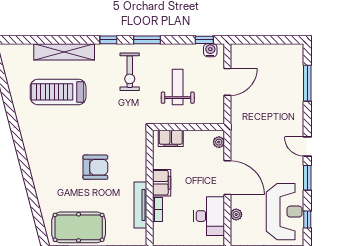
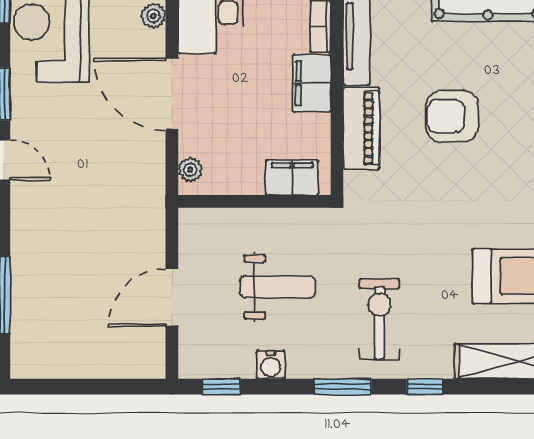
water cooler: (210, 50) -> (271, 365), moved
weight bench: (178, 87) -> (277, 287), turned -90
piano: (138, 162) -> (361, 128), added

